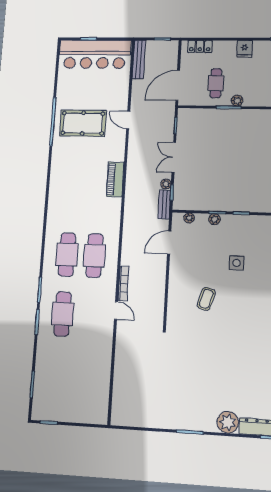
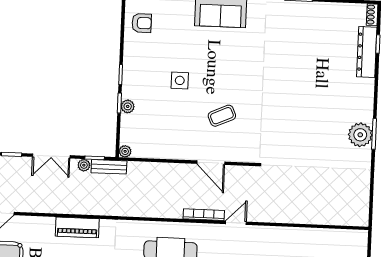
plant: (189, 218) -> (125, 151), moved
door: (169, 242) -> (211, 163), moved
coffee table: (206, 299) -> (222, 116), turned -41
plant: (228, 422) -> (360, 135), moved

